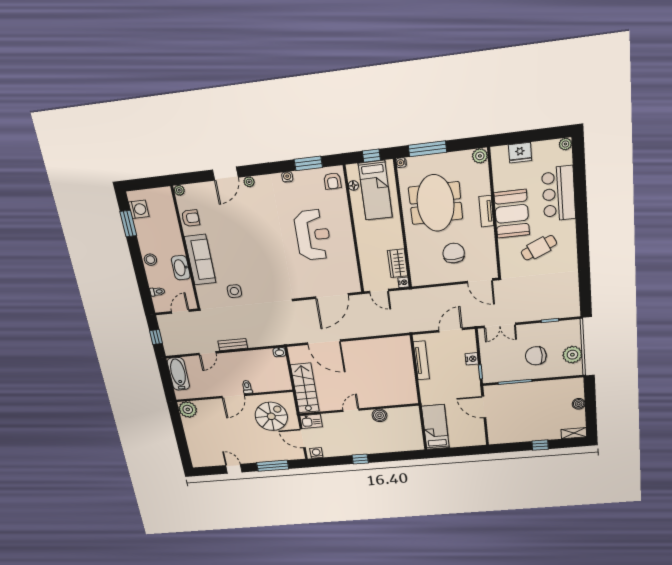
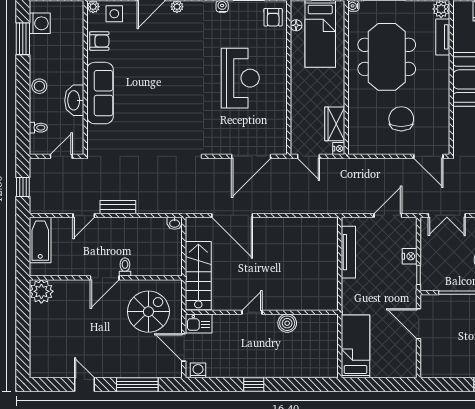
tv unit: (486, 211) -> (443, 37), moved
side table: (234, 291) -> (114, 14), moved

